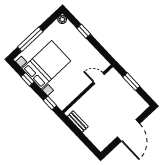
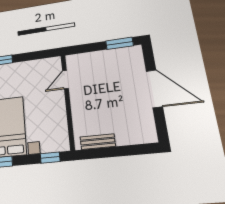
window: (131, 82) -> (119, 43), moved

